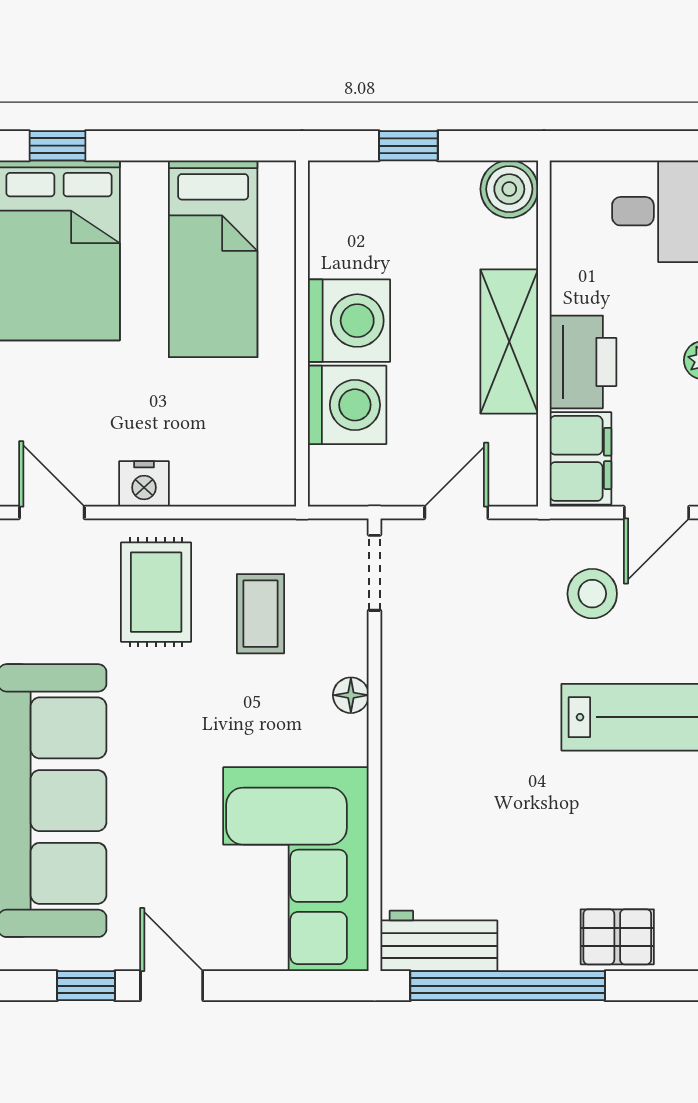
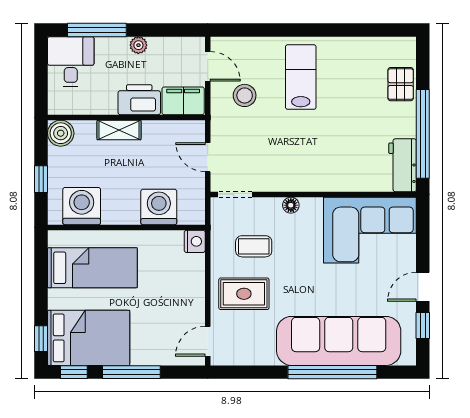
washing machine: (349, 321) -> (82, 206), moved
shelving: (509, 341) -> (119, 130), width x0.67, depth x0.75
nightstand: (144, 484) -> (195, 241), moved

